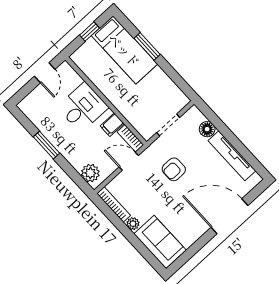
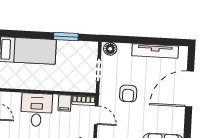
window: (147, 46) -> (66, 36), moved
floor lamp: (207, 129) -> (110, 49), moved
door: (129, 161) -> (96, 115), swing flipped

